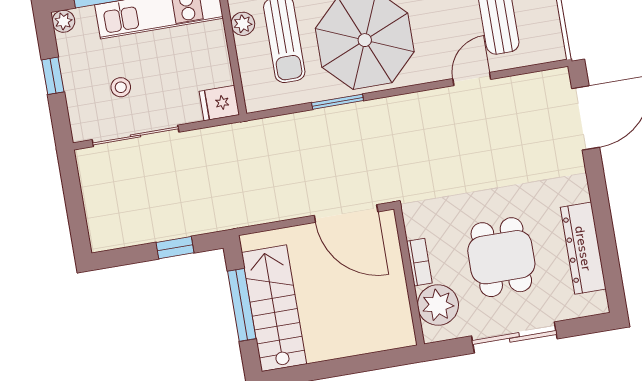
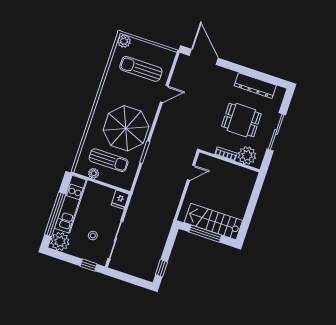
plant: (63, 21) -> (60, 241), width x1.88, depth x1.88
window: (53, 76) -> (89, 265), moved
door: (472, 79) -> (164, 94), swing flipped
door: (346, 214) -> (191, 173), width x0.53
window: (175, 248) -> (161, 268), moved

